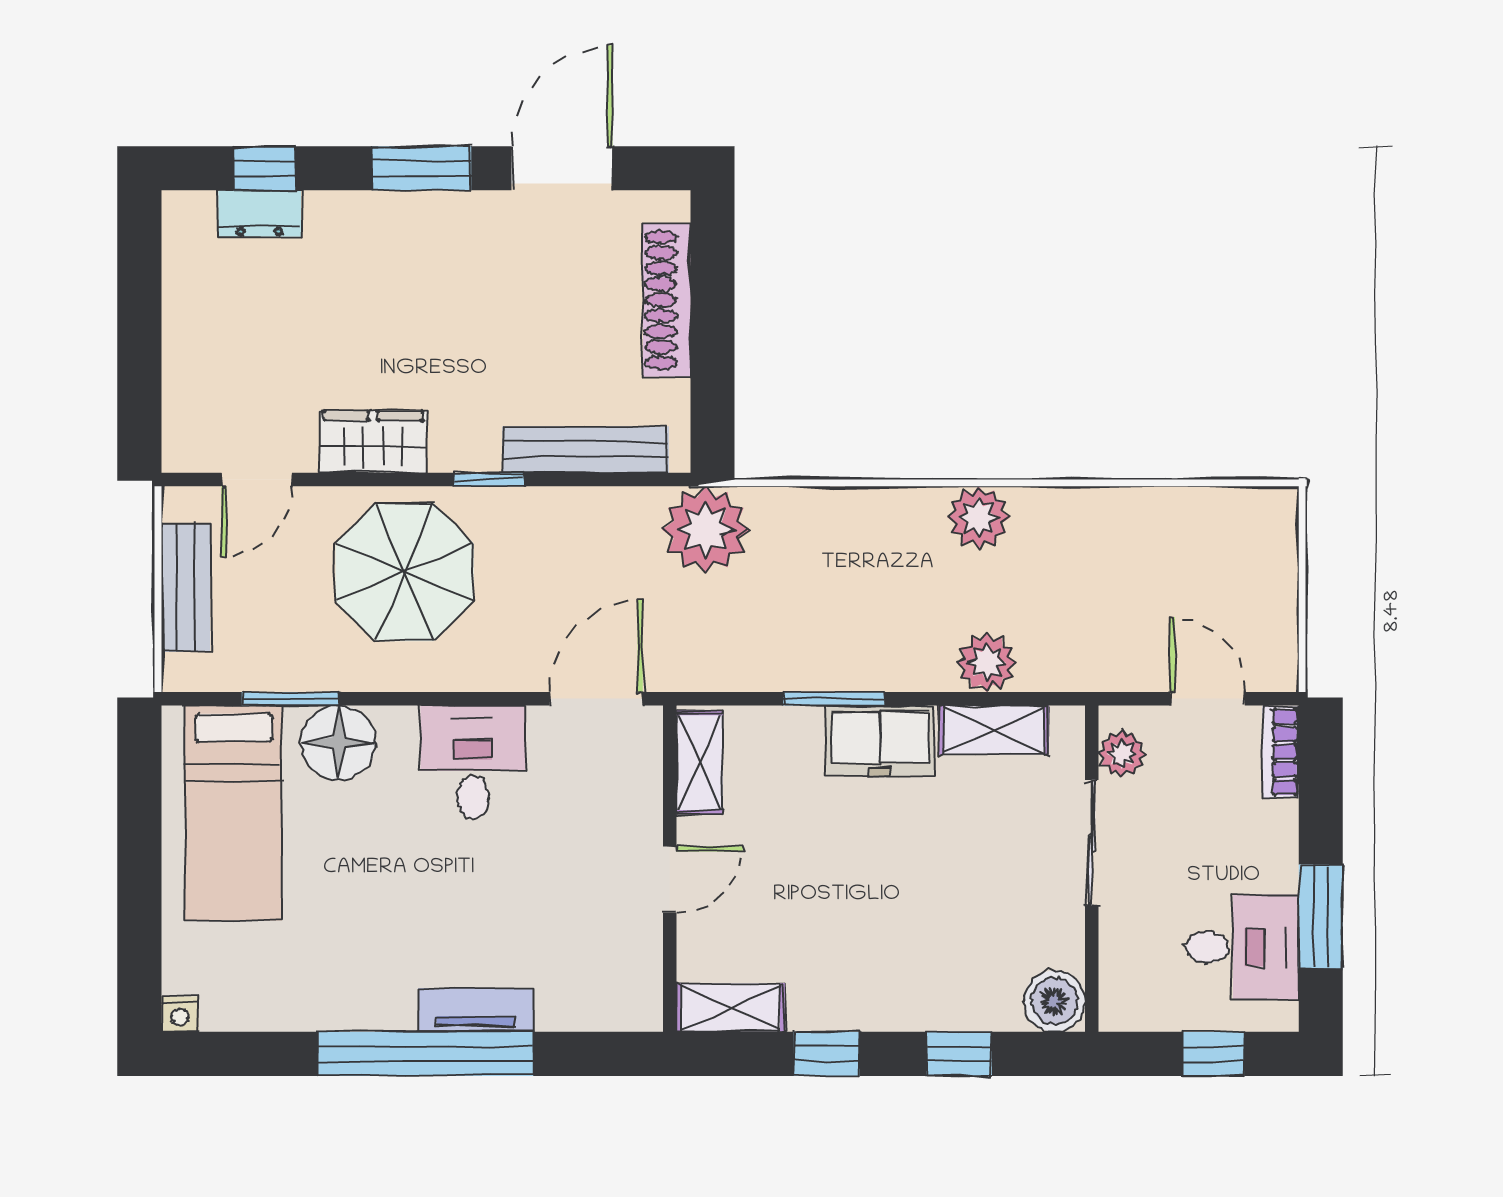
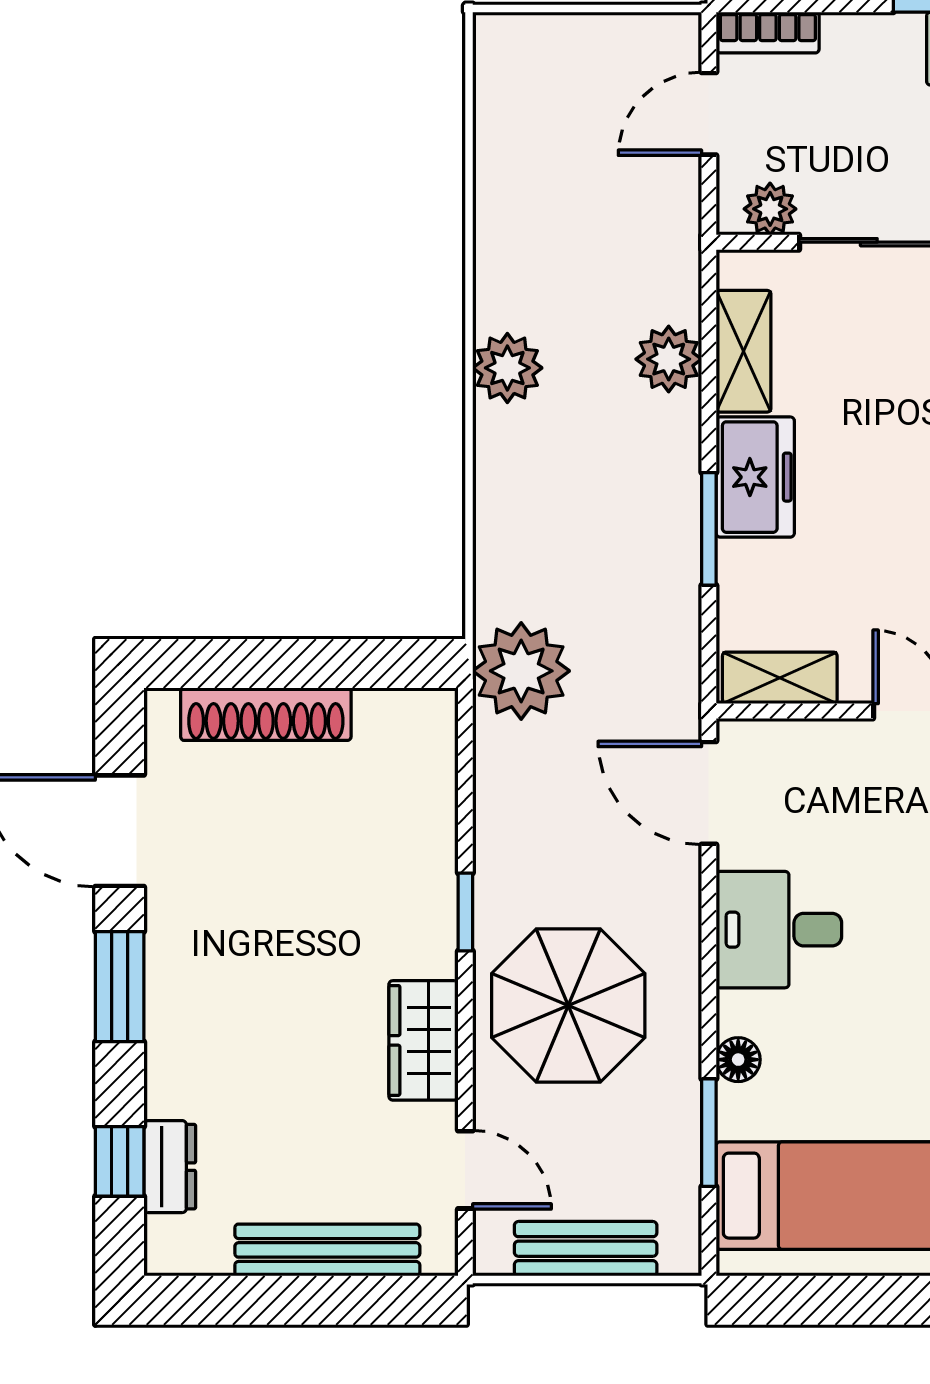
bench: (586, 450) -> (327, 1250), moved, turned 90
floor lamp: (338, 743) -> (738, 1060), width x0.53, depth x0.53

